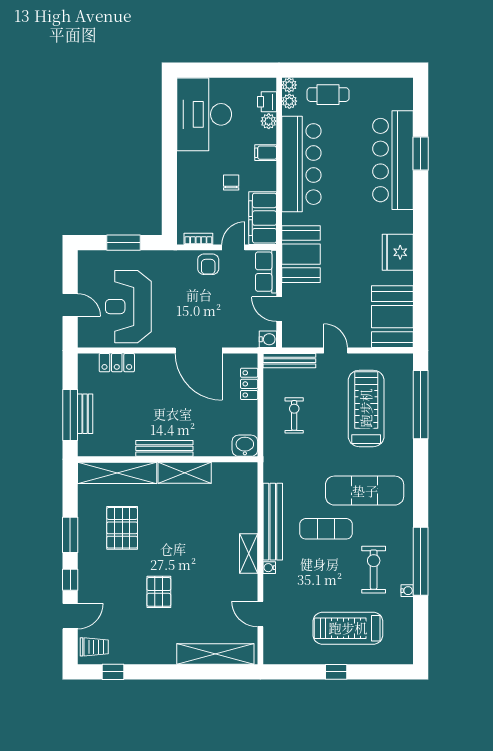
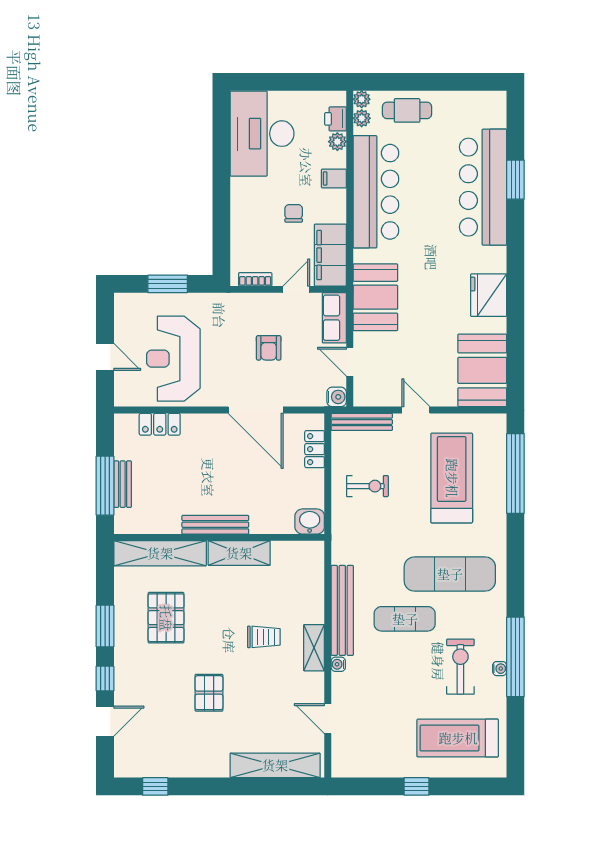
armchair: (208, 264) -> (269, 348), moved
exercise bike: (294, 415) -> (367, 486), turned 90
water cooler: (407, 591) -> (500, 669), moved
treadmill: (348, 628) -> (458, 738), moved
trolley: (94, 647) -> (264, 637), moved

